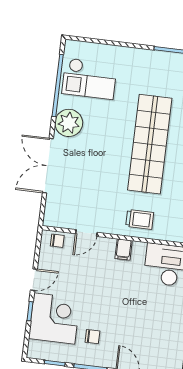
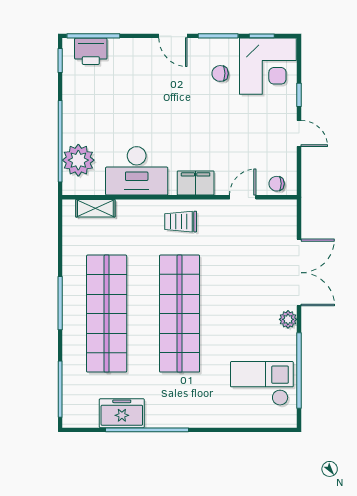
plant: (69, 123) -> (288, 319), width x0.53, depth x0.53
filing cabinet: (124, 249) -> (196, 183), width x2.00
door: (34, 280) -> (299, 133), swing flipped
corner desk: (54, 318) -> (268, 66), moved, turned -90

